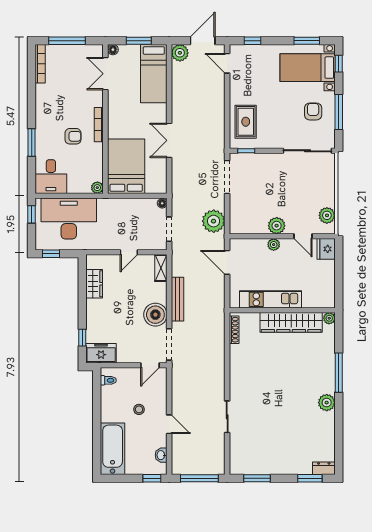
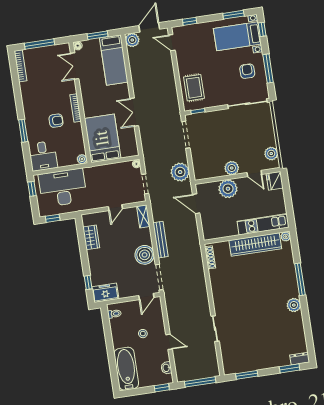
plant: (274, 245) -> (228, 189), width x1.88, depth x1.88
kitchen unit: (270, 299) -> (263, 224), moved

